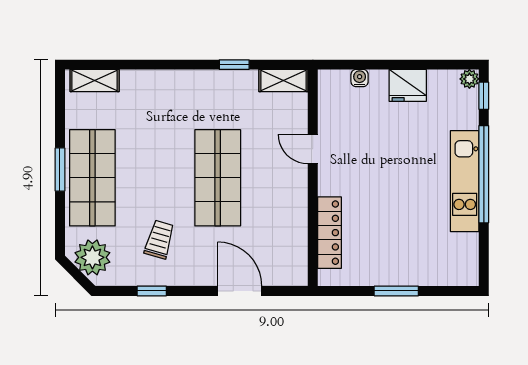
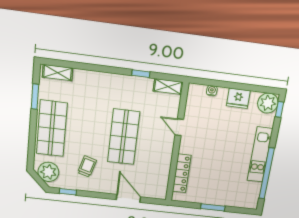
plant: (469, 79) -> (268, 103), width x1.88, depth x1.88
window: (60, 170) -> (35, 97), moved
window: (484, 174) -> (267, 174), moved
window: (152, 291) -> (68, 192), moved

